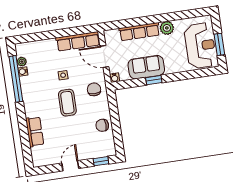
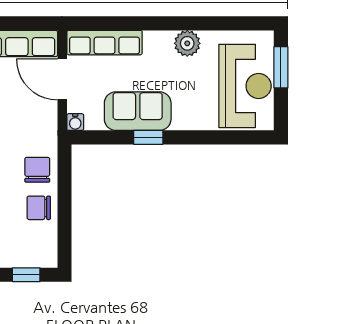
row of seats: (139, 32) -> (105, 43), moved
window: (219, 44) -> (281, 67), moved
chair: (94, 89) -> (37, 170), moved

